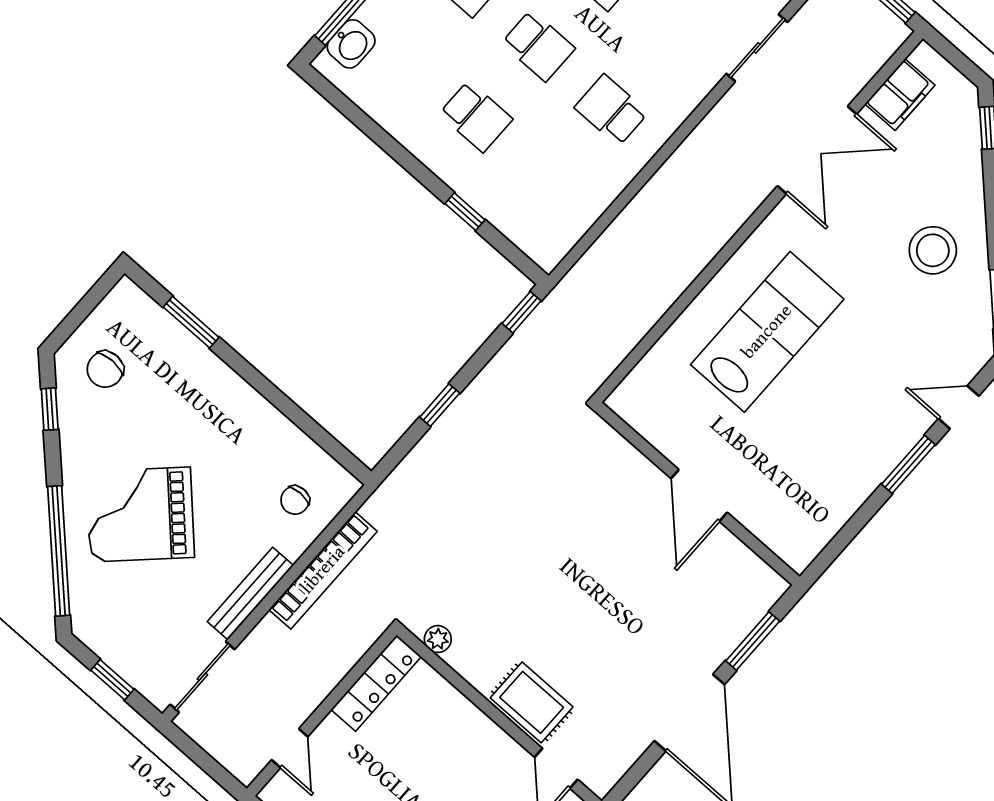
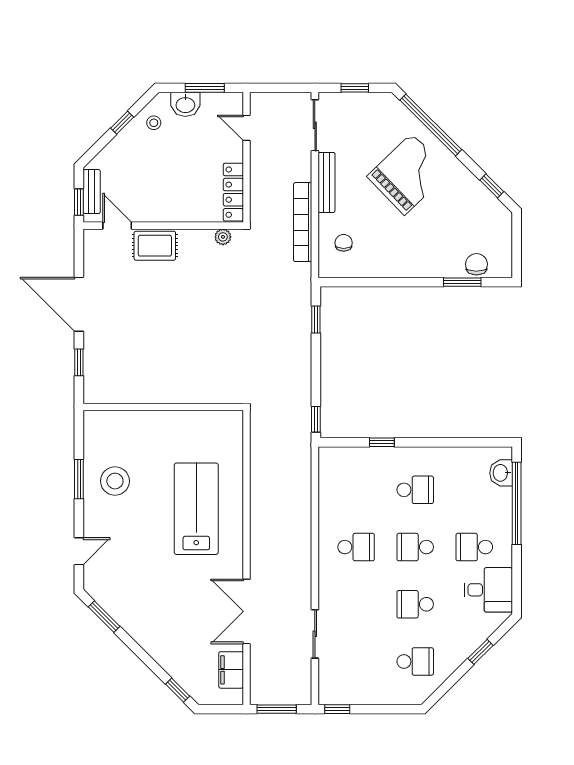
school desk: (476, 117) -> (415, 490), turned 180
stool: (933, 250) -> (115, 481), moved
lab bench: (767, 332) -> (196, 509), turned 180
chair: (105, 369) -> (476, 264), moved
window: (440, 405) -> (316, 319), moved
window: (908, 464) -> (79, 479), moved
door: (699, 495) -> (162, 407), removed
window: (753, 641) -> (79, 362), width x0.67

